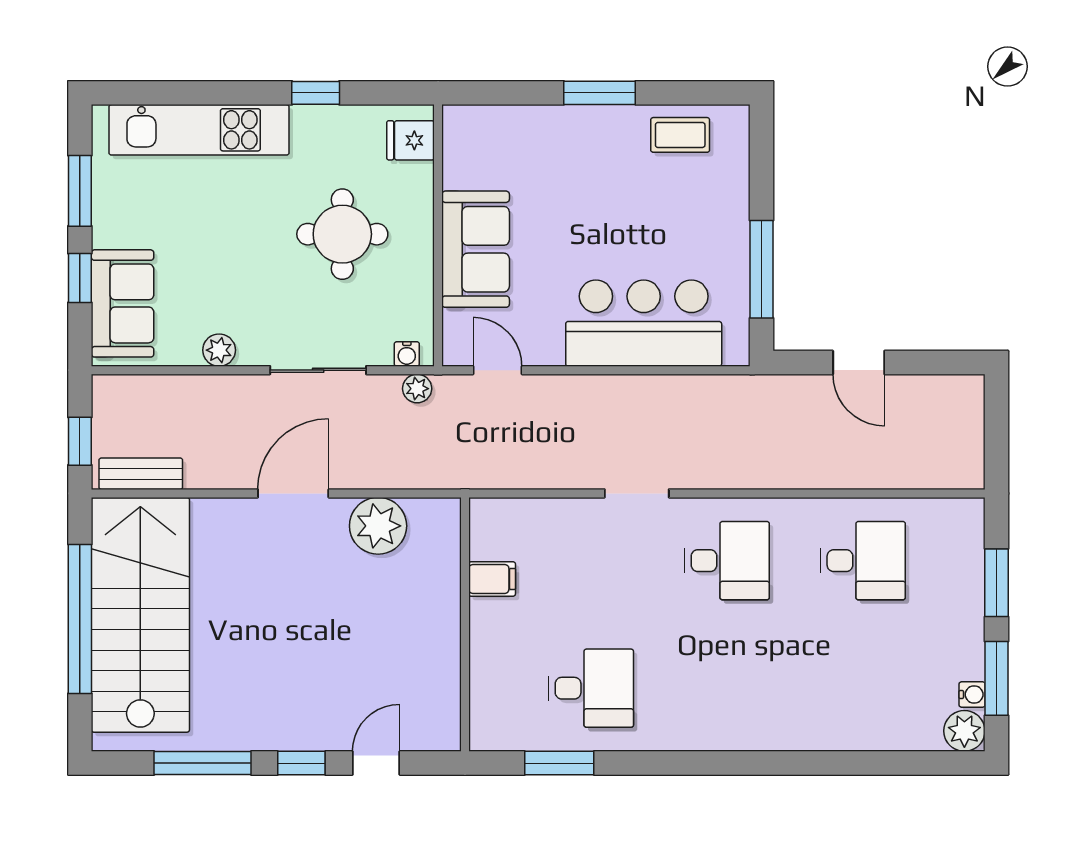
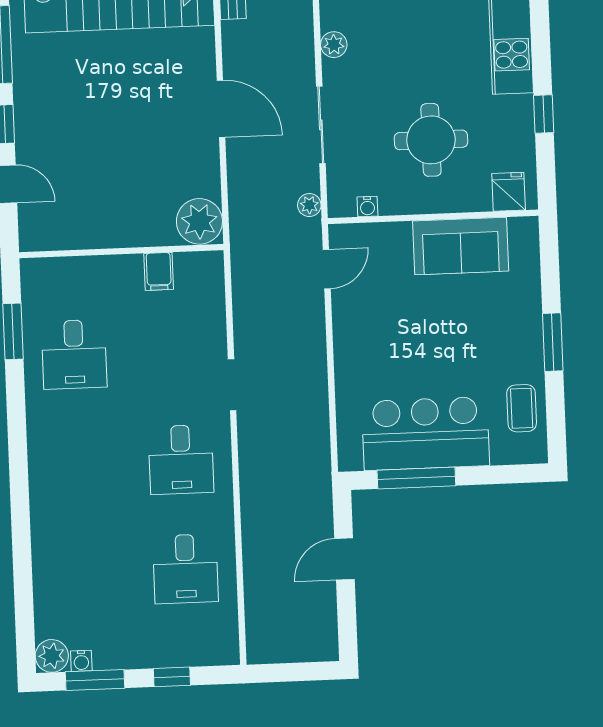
sofa: (476, 249) -> (461, 246), moved
bar counter: (644, 323) -> (426, 433), moved, turned -90
water cooler: (407, 354) -> (367, 206), moved, turned -90
plant: (378, 526) -> (199, 221), moved
window: (996, 583) -> (172, 677), width x0.67

